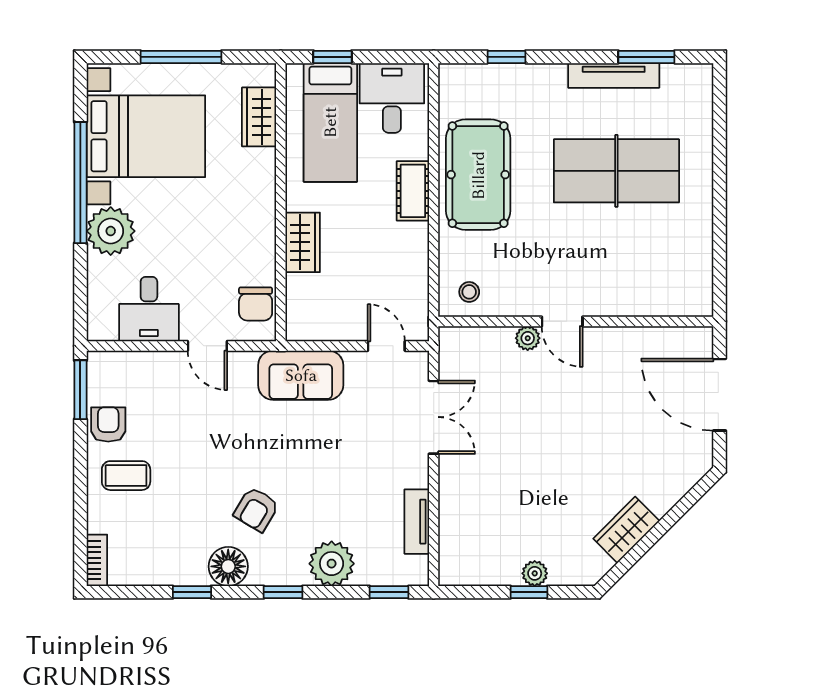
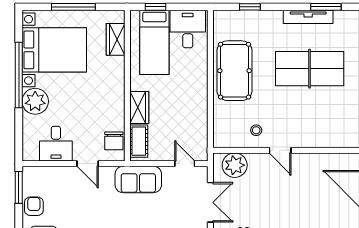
cot: (413, 191) -> (139, 141), moved
stool: (469, 292) -> (256, 130), moved
plant: (528, 338) -> (235, 165), moved, width x1.87, depth x1.87

